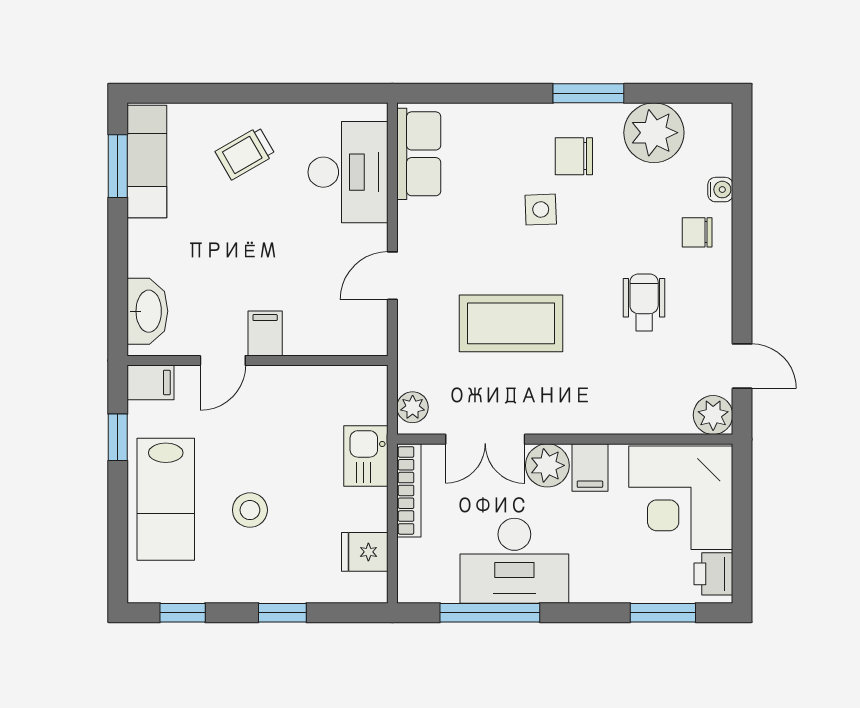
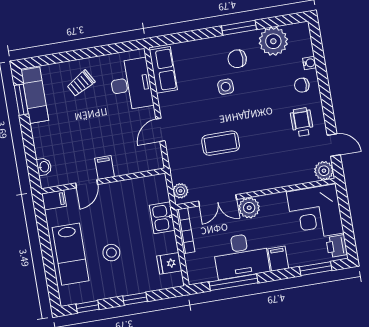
wheelchair: (644, 302) -> (302, 122), moved
washbasin: (147, 311) -> (44, 167), width x0.52, depth x0.69
coffee table: (511, 323) -> (221, 143), width x0.73, depth x0.76
window: (118, 437) -> (43, 229), removed
filing cabinet: (590, 467) -> (278, 259), moved, turned 180

